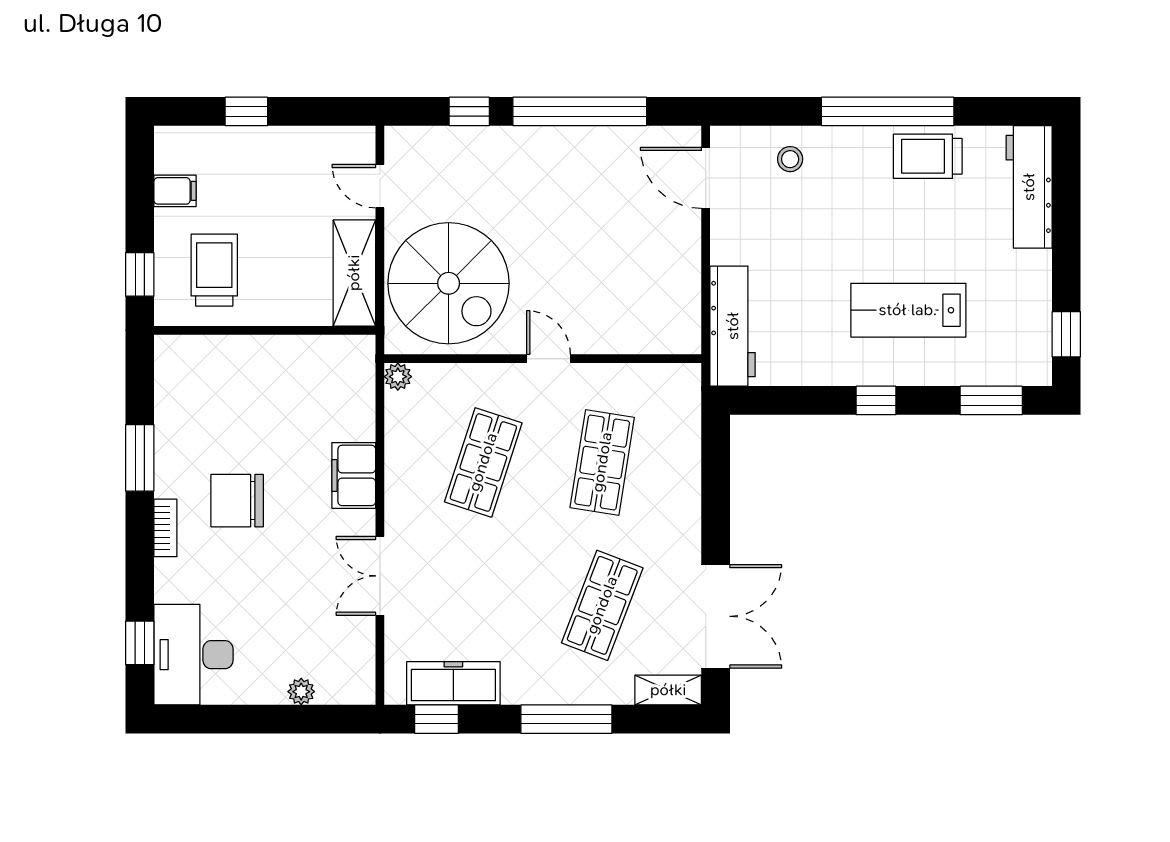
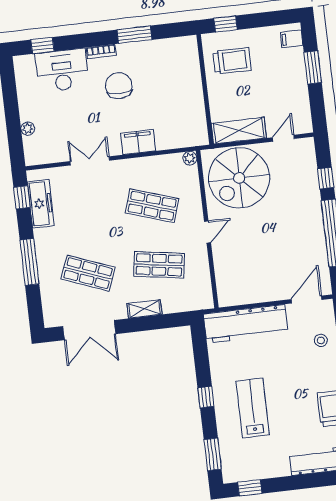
window: (246, 111) -> (313, 67), width x1.50
filing cabinet: (175, 191) -> (292, 39), moved, turned 90
workbench: (733, 326) -> (246, 324), width x1.36, depth x1.32
desk: (193, 655) -> (62, 70), moved
shelving: (668, 690) -> (144, 309), moved, turned 90

